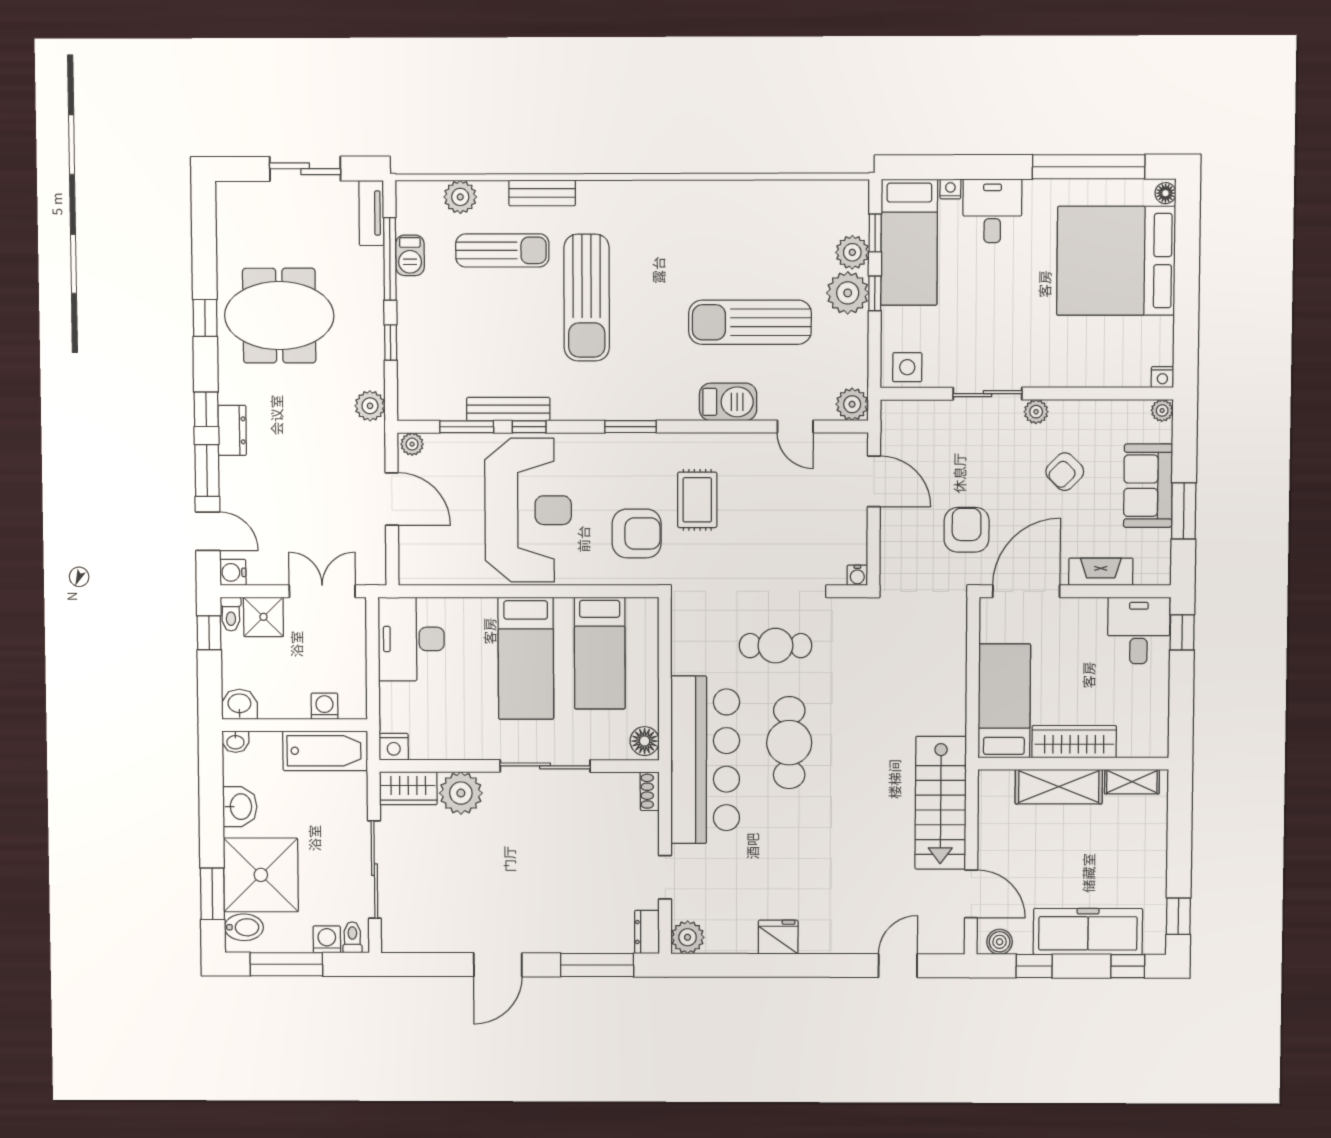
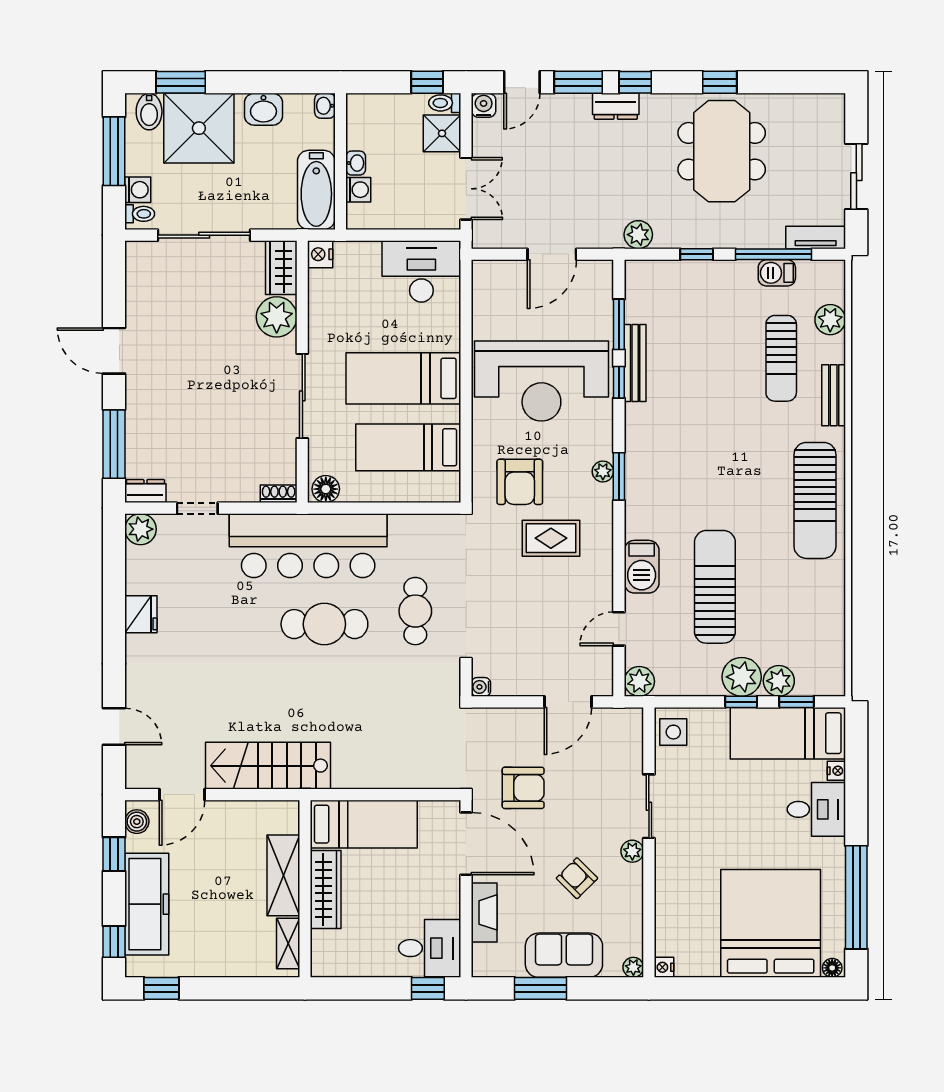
sun lounger: (587, 298) -> (815, 500), moved, turned -90
plant: (412, 444) -> (603, 471), moved
washbasin: (239, 704) -> (356, 163), moved, width x0.72, depth x0.69

